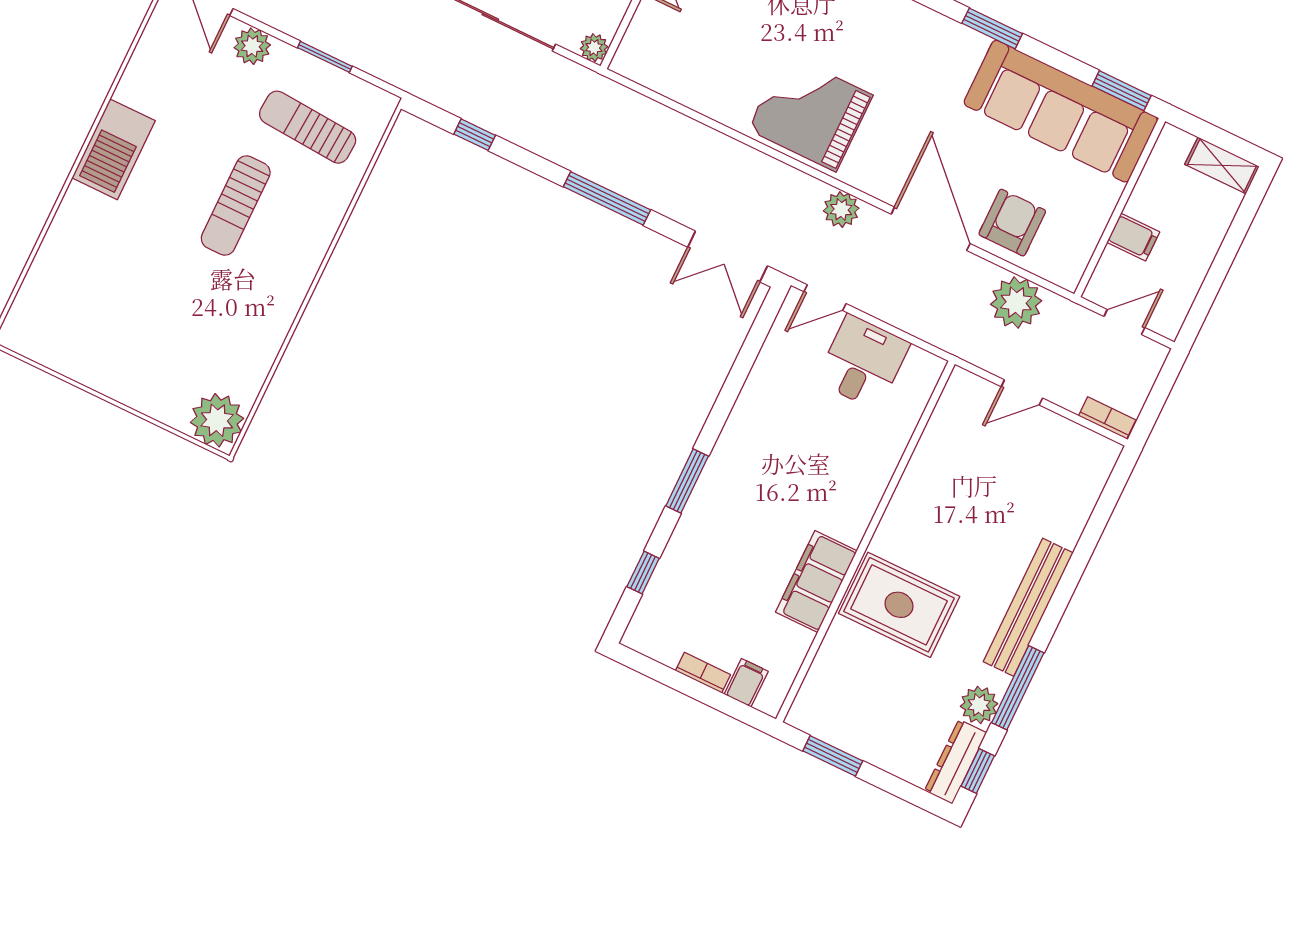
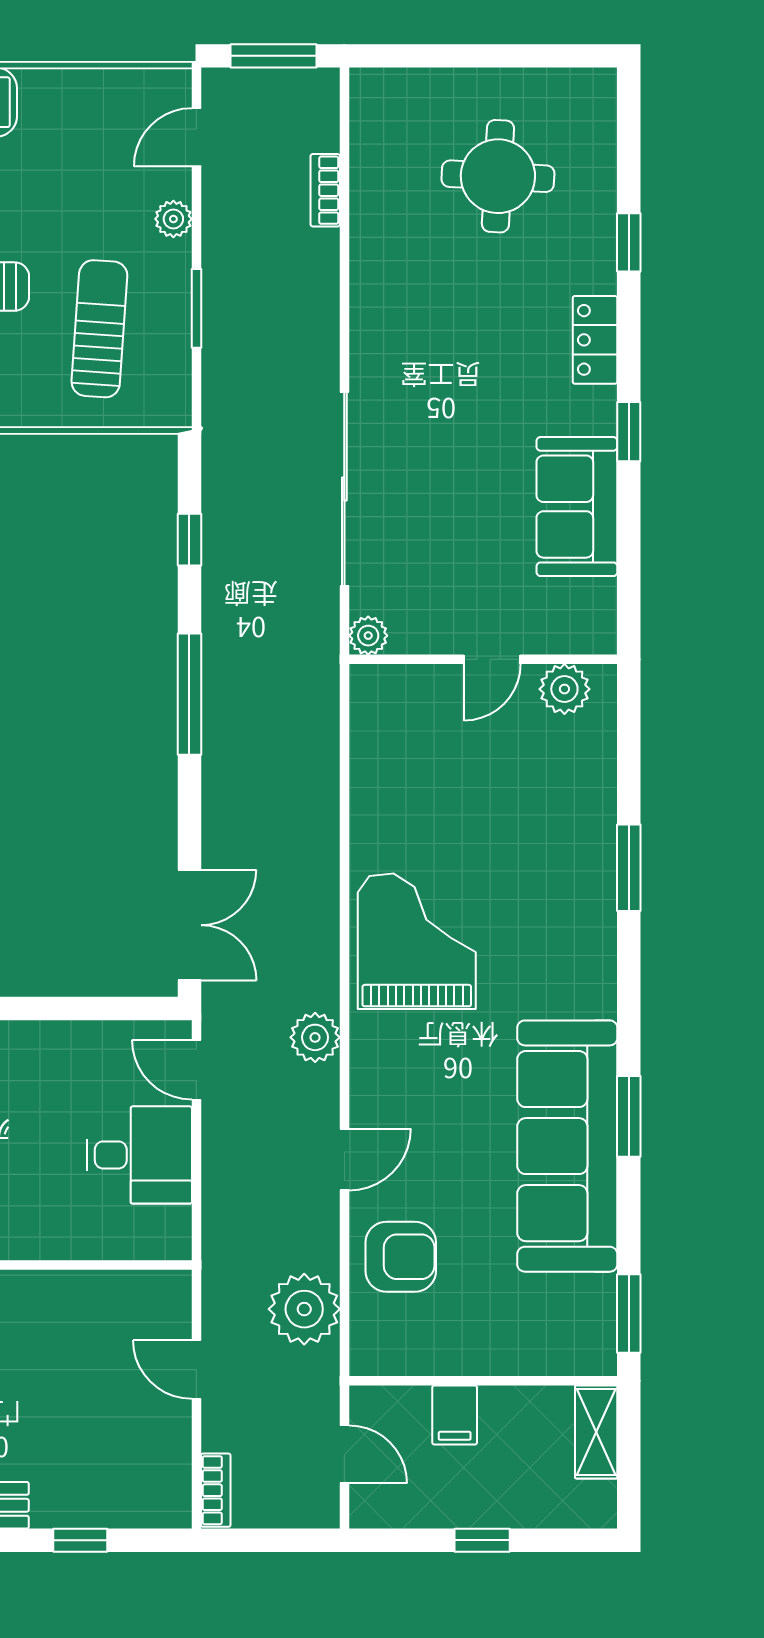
plant: (252, 46) -> (173, 219), width x0.73, depth x0.73
sofa: (1061, 111) -> (567, 1146), moved
shelving: (1222, 165) -> (596, 1432), moved
window: (607, 198) -> (189, 694), moved
door: (931, 229) -> (344, 1159), width x0.53
double door: (728, 256) -> (189, 925), swing flipped
window: (1224, 259) -> (482, 1540), added
window: (1097, 523) -> (80, 1540), added

